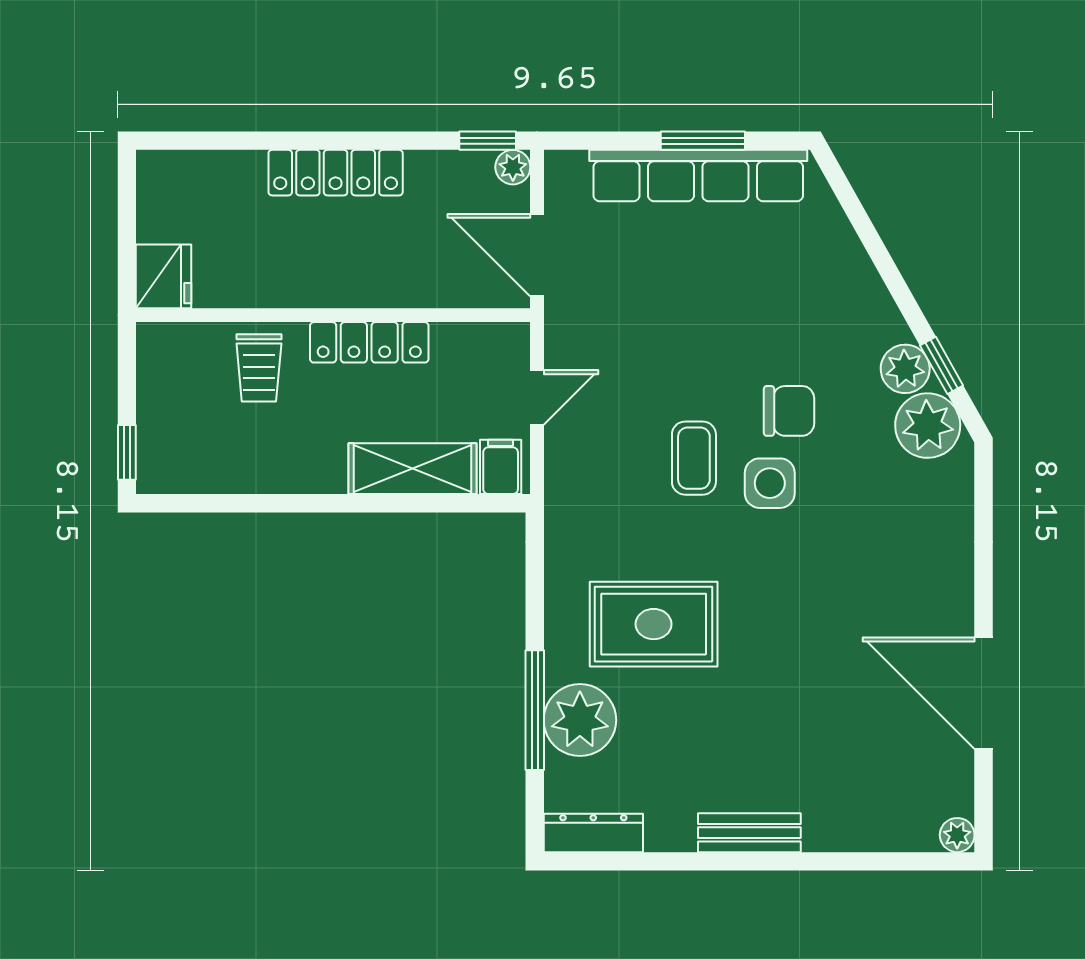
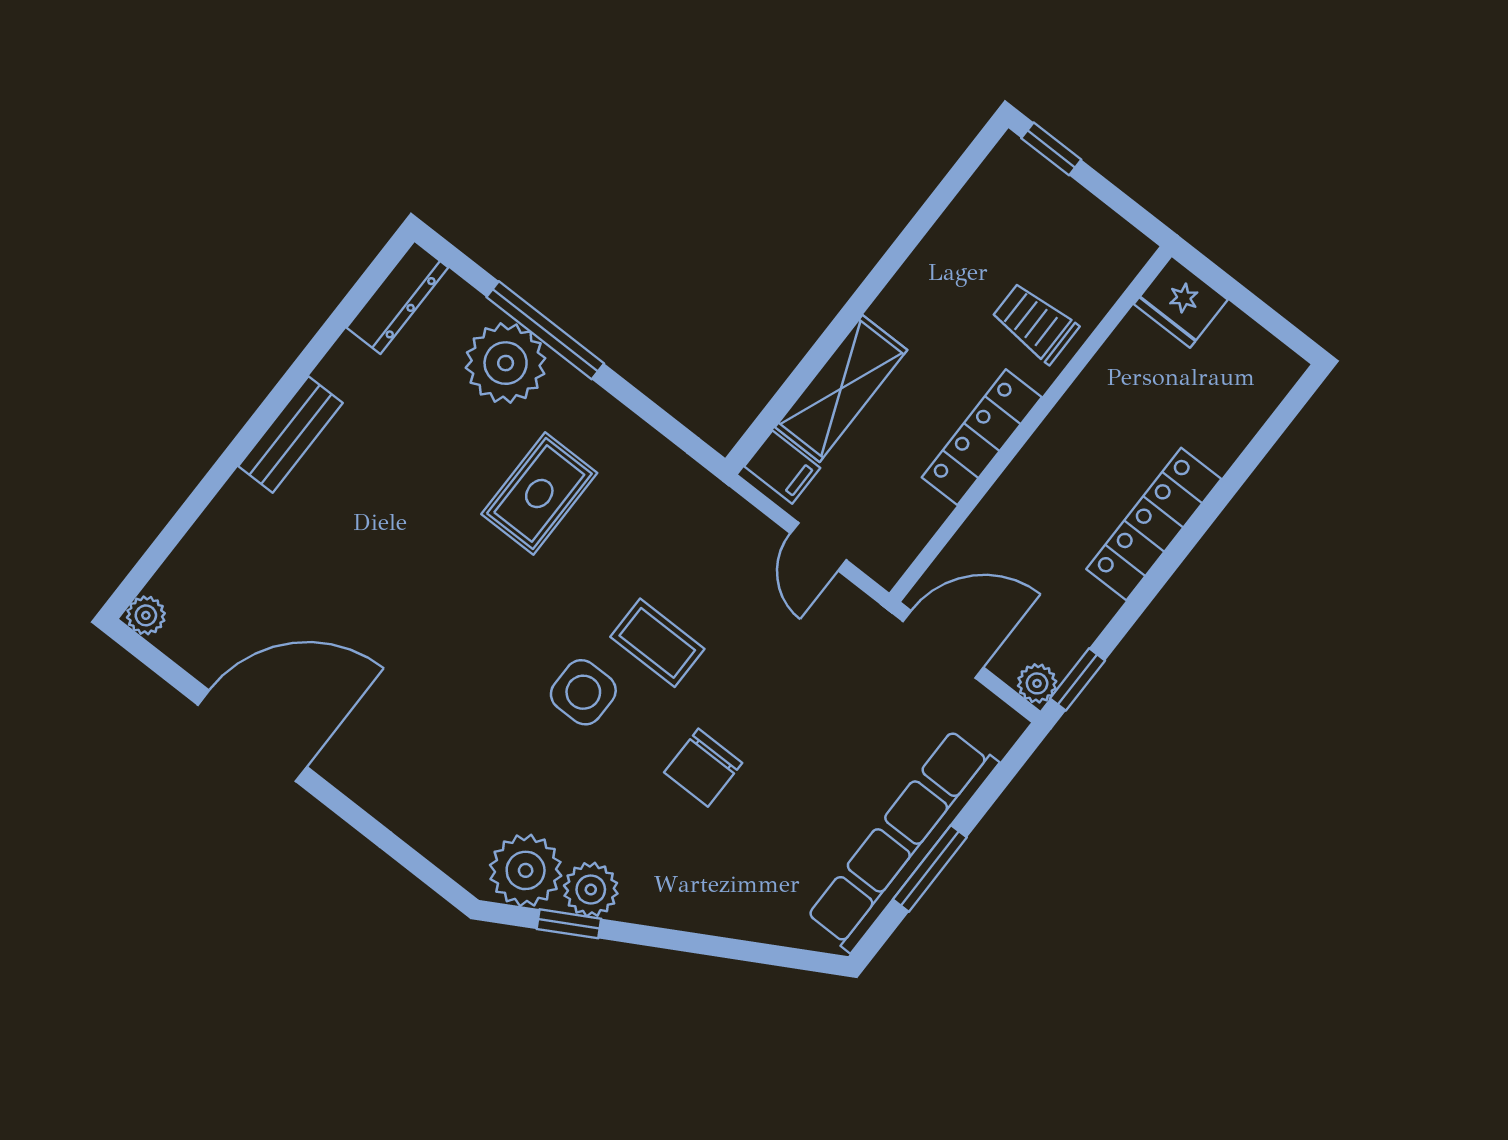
chair: (789, 411) -> (703, 768), moved
rug: (654, 624) -> (539, 494), width x0.73, depth x0.70

